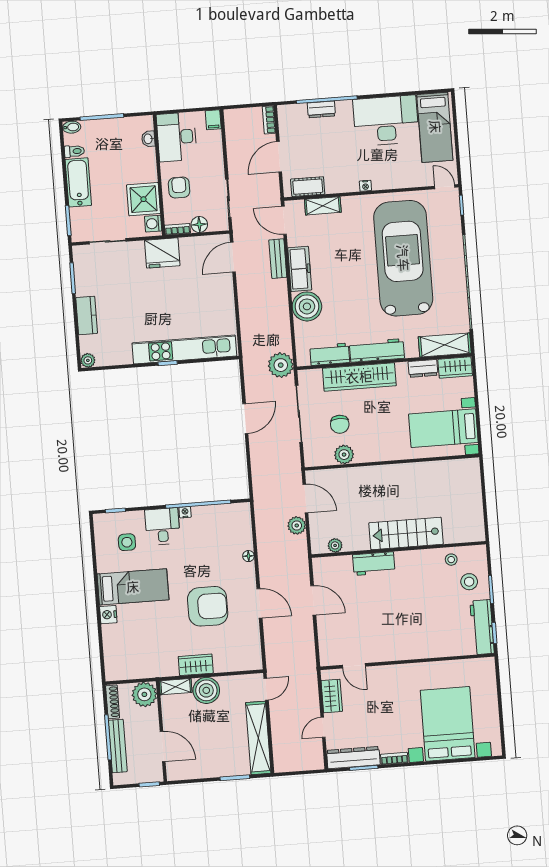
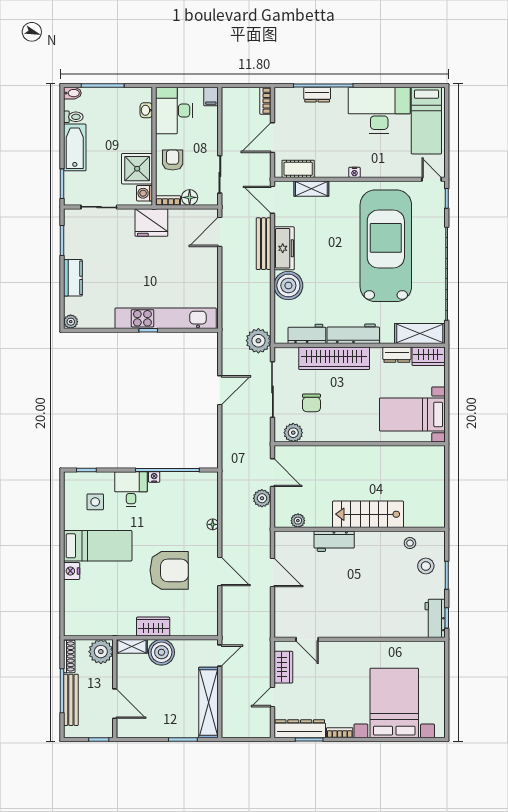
bench: (278, 259) -> (264, 244), width x1.36
plant: (344, 455) -> (293, 433), moved
workbench: (482, 627) -> (435, 618), width x0.73

